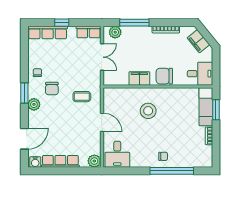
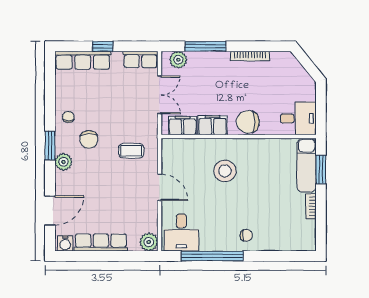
filing cabinet: (198, 41) -> (183, 126), moved, turned 129
window: (172, 171) -> (212, 256), moved

